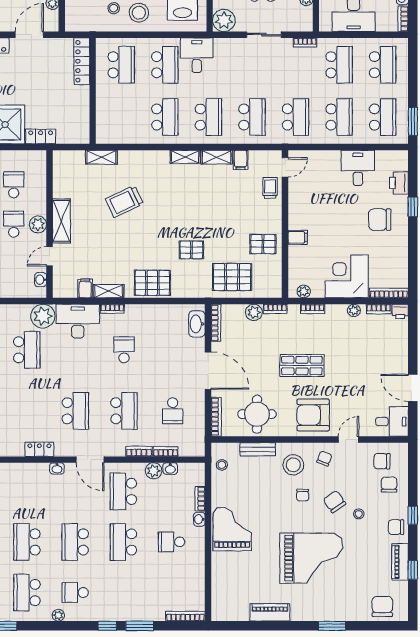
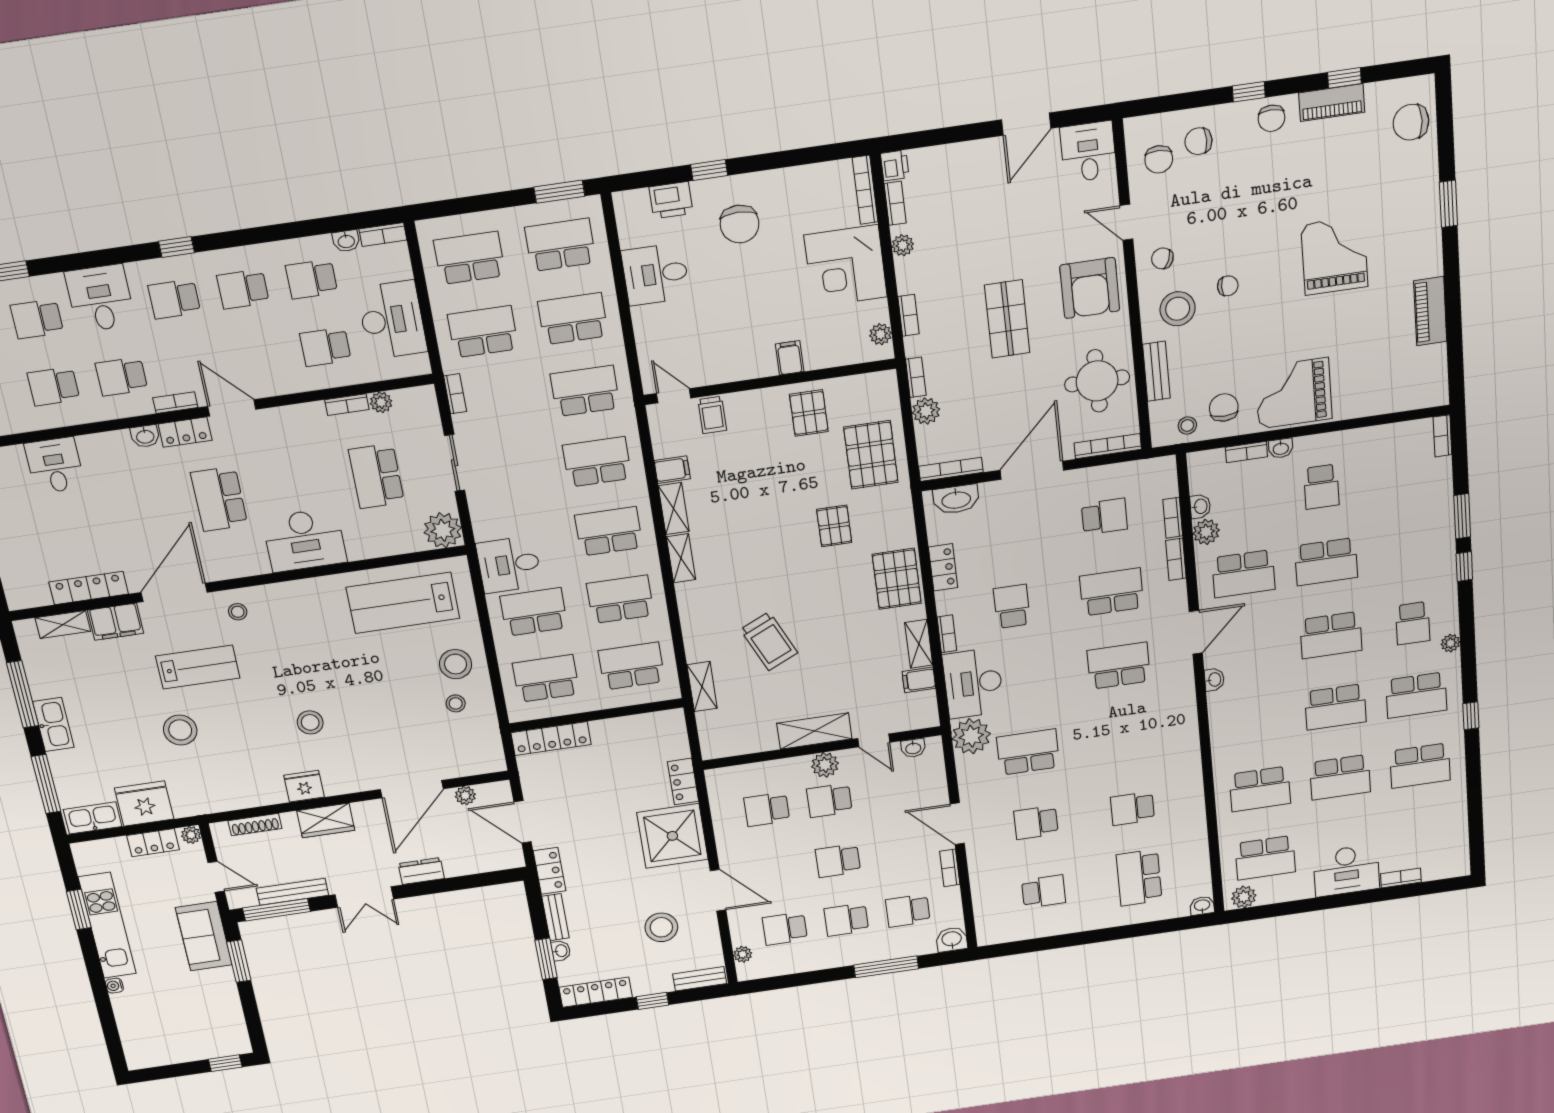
school desk: (121, 117) -> (632, 666), added
trolley: (270, 188) -> (712, 415), turned -90
school desk: (124, 350) -> (1012, 606), turned 90
locker: (39, 449) -> (943, 567), moved, turned 180
chair: (334, 502) -> (1224, 408), moved, turned 125
stool: (359, 514) -> (1253, 186), removed
grand piano: (311, 558) -> (1334, 256), width x0.73, depth x0.68
bookcase: (185, 616) -> (1442, 436), width x0.64

